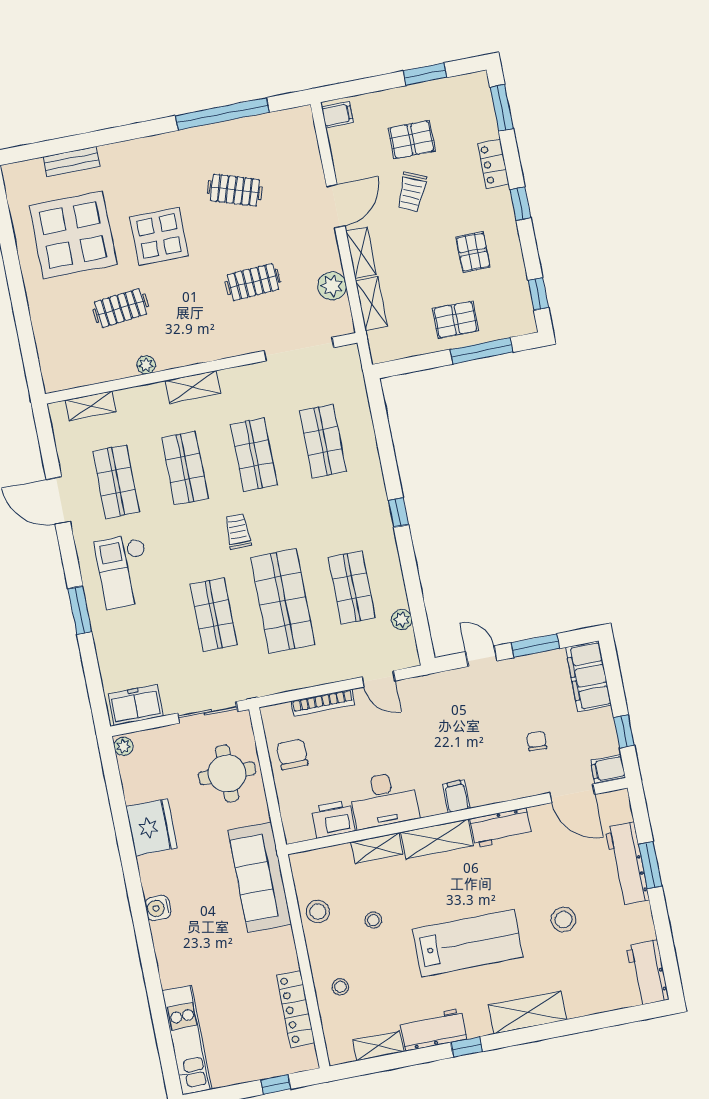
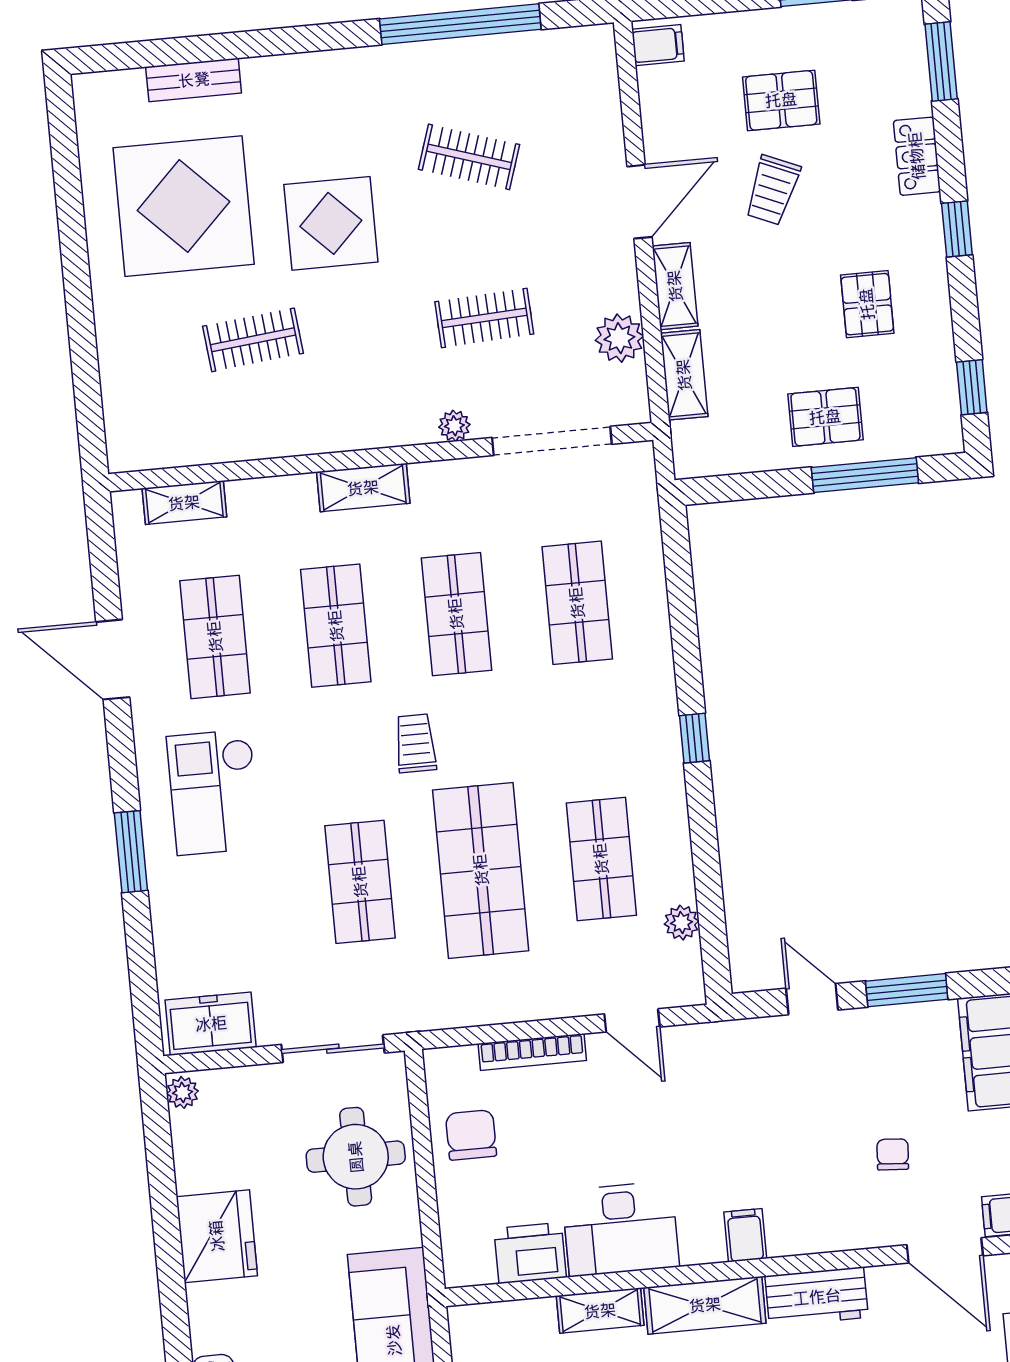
plant: (146, 365) -> (454, 426), moved

